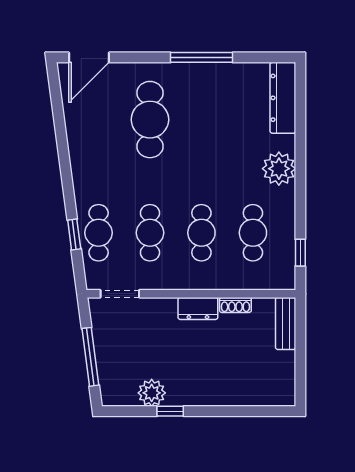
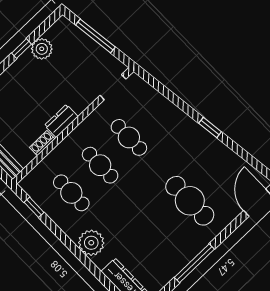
cafe table: (99, 233) -> (158, 110), removed
window: (74, 234) -> (210, 127), moved

